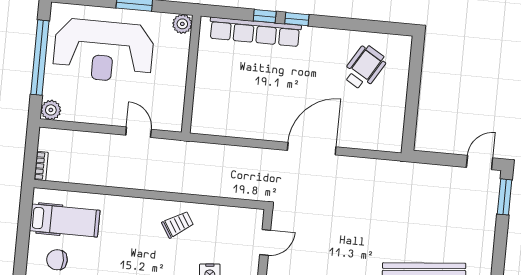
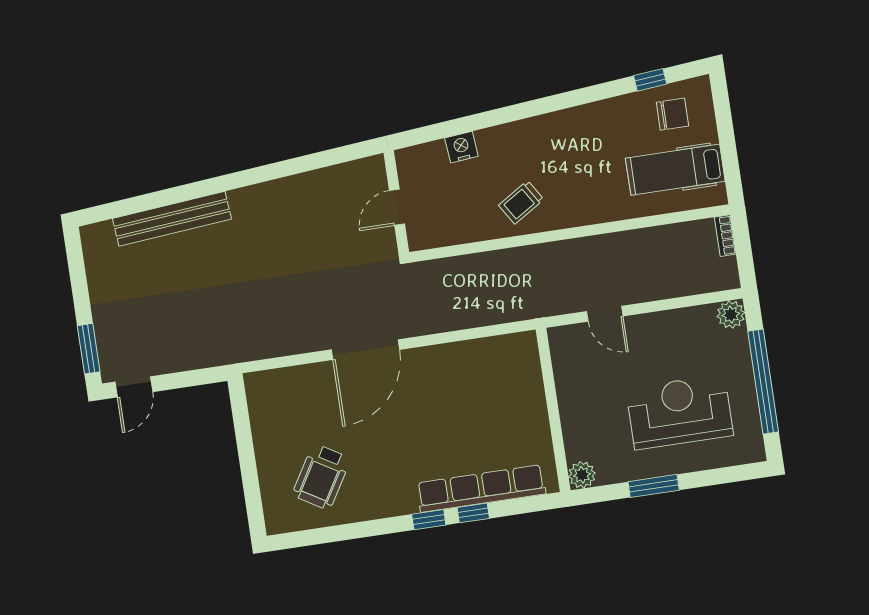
reception desk: (103, 51) -> (680, 412), width x0.74, depth x0.77

